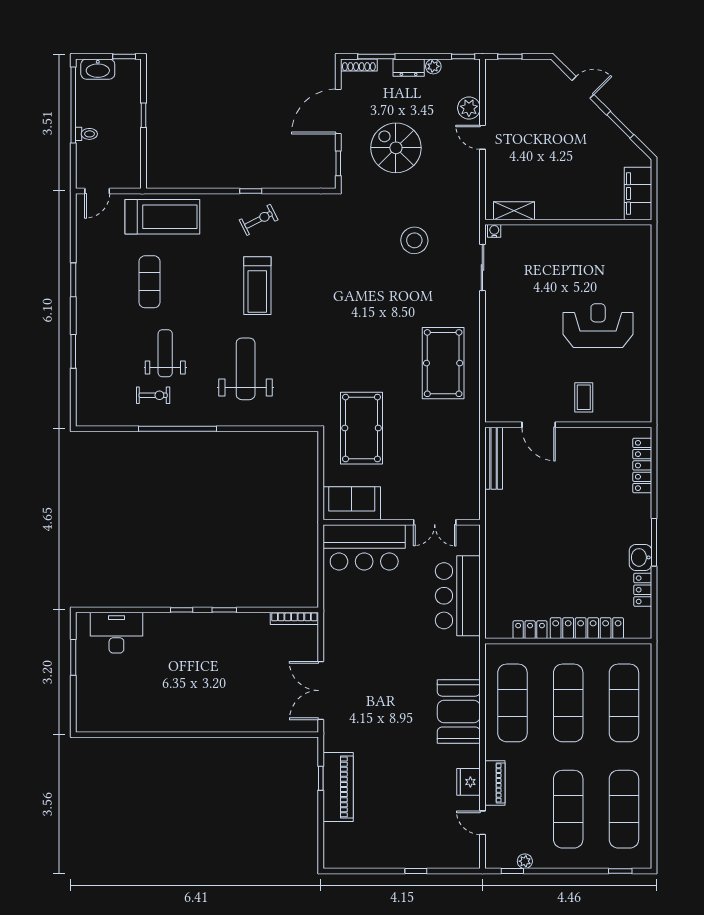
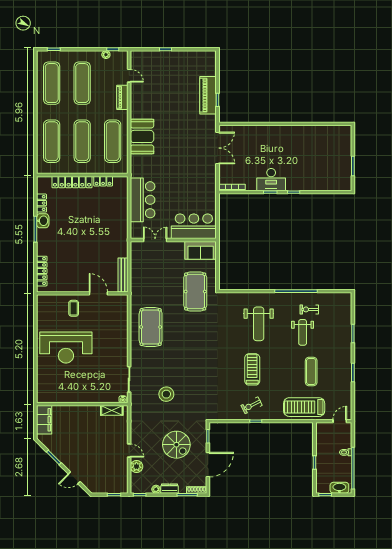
reception desk: (598, 326) -> (66, 348), width x1.36, depth x1.30
desk: (116, 633) -> (271, 180), moved
fridge: (469, 782) -> (137, 98), removed

